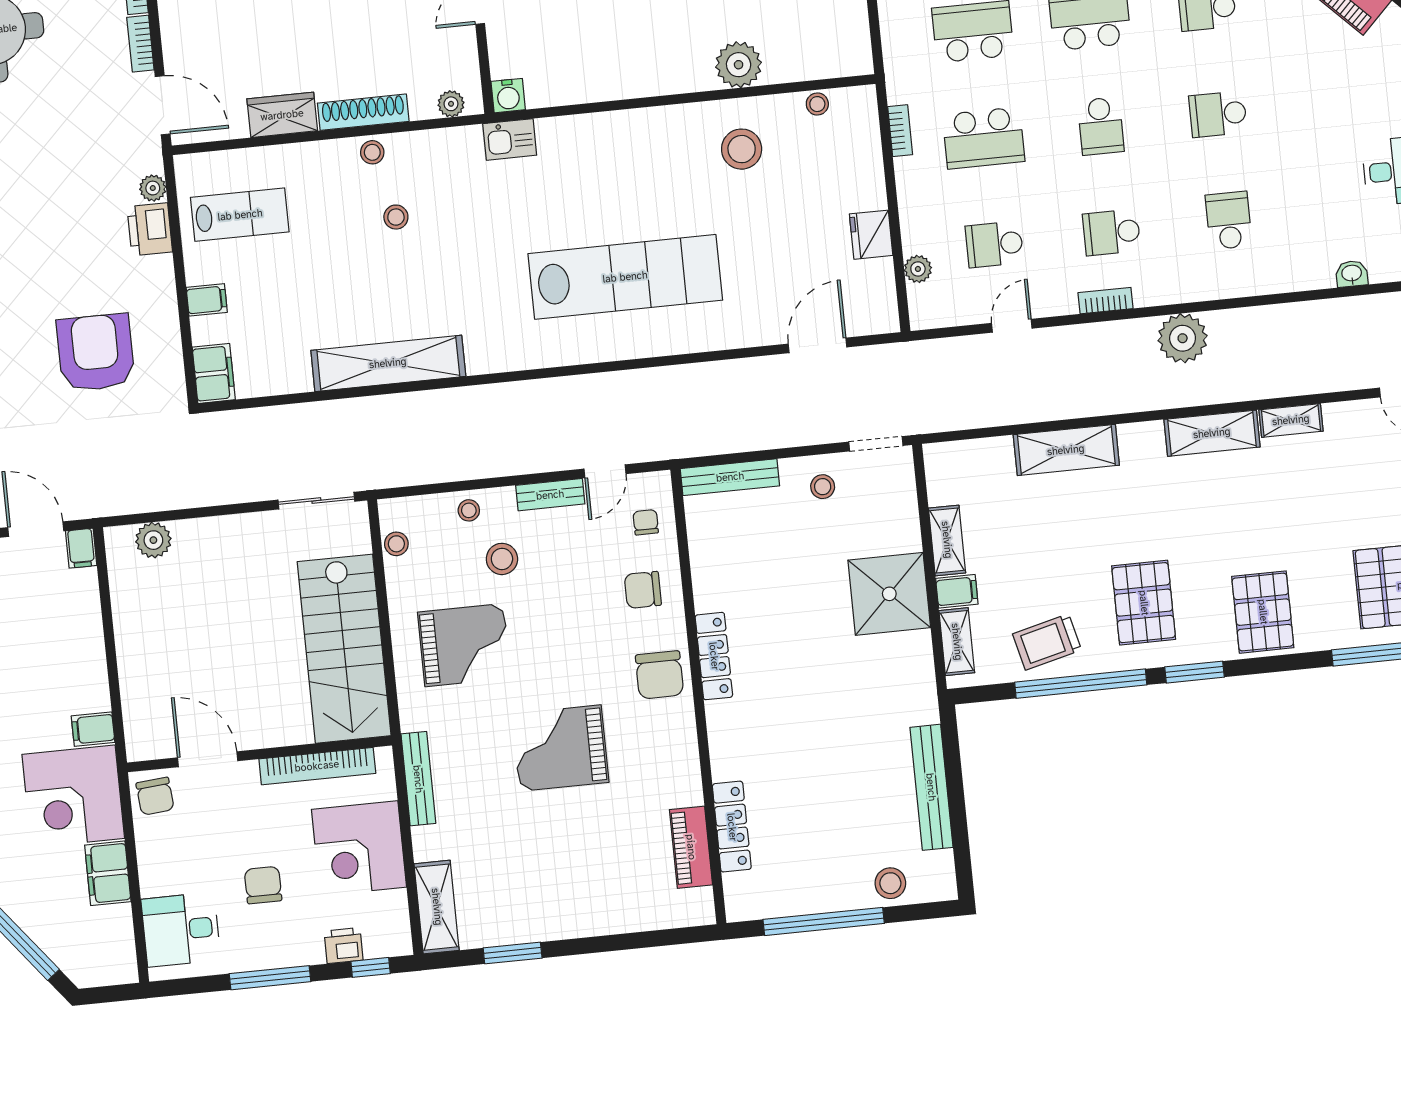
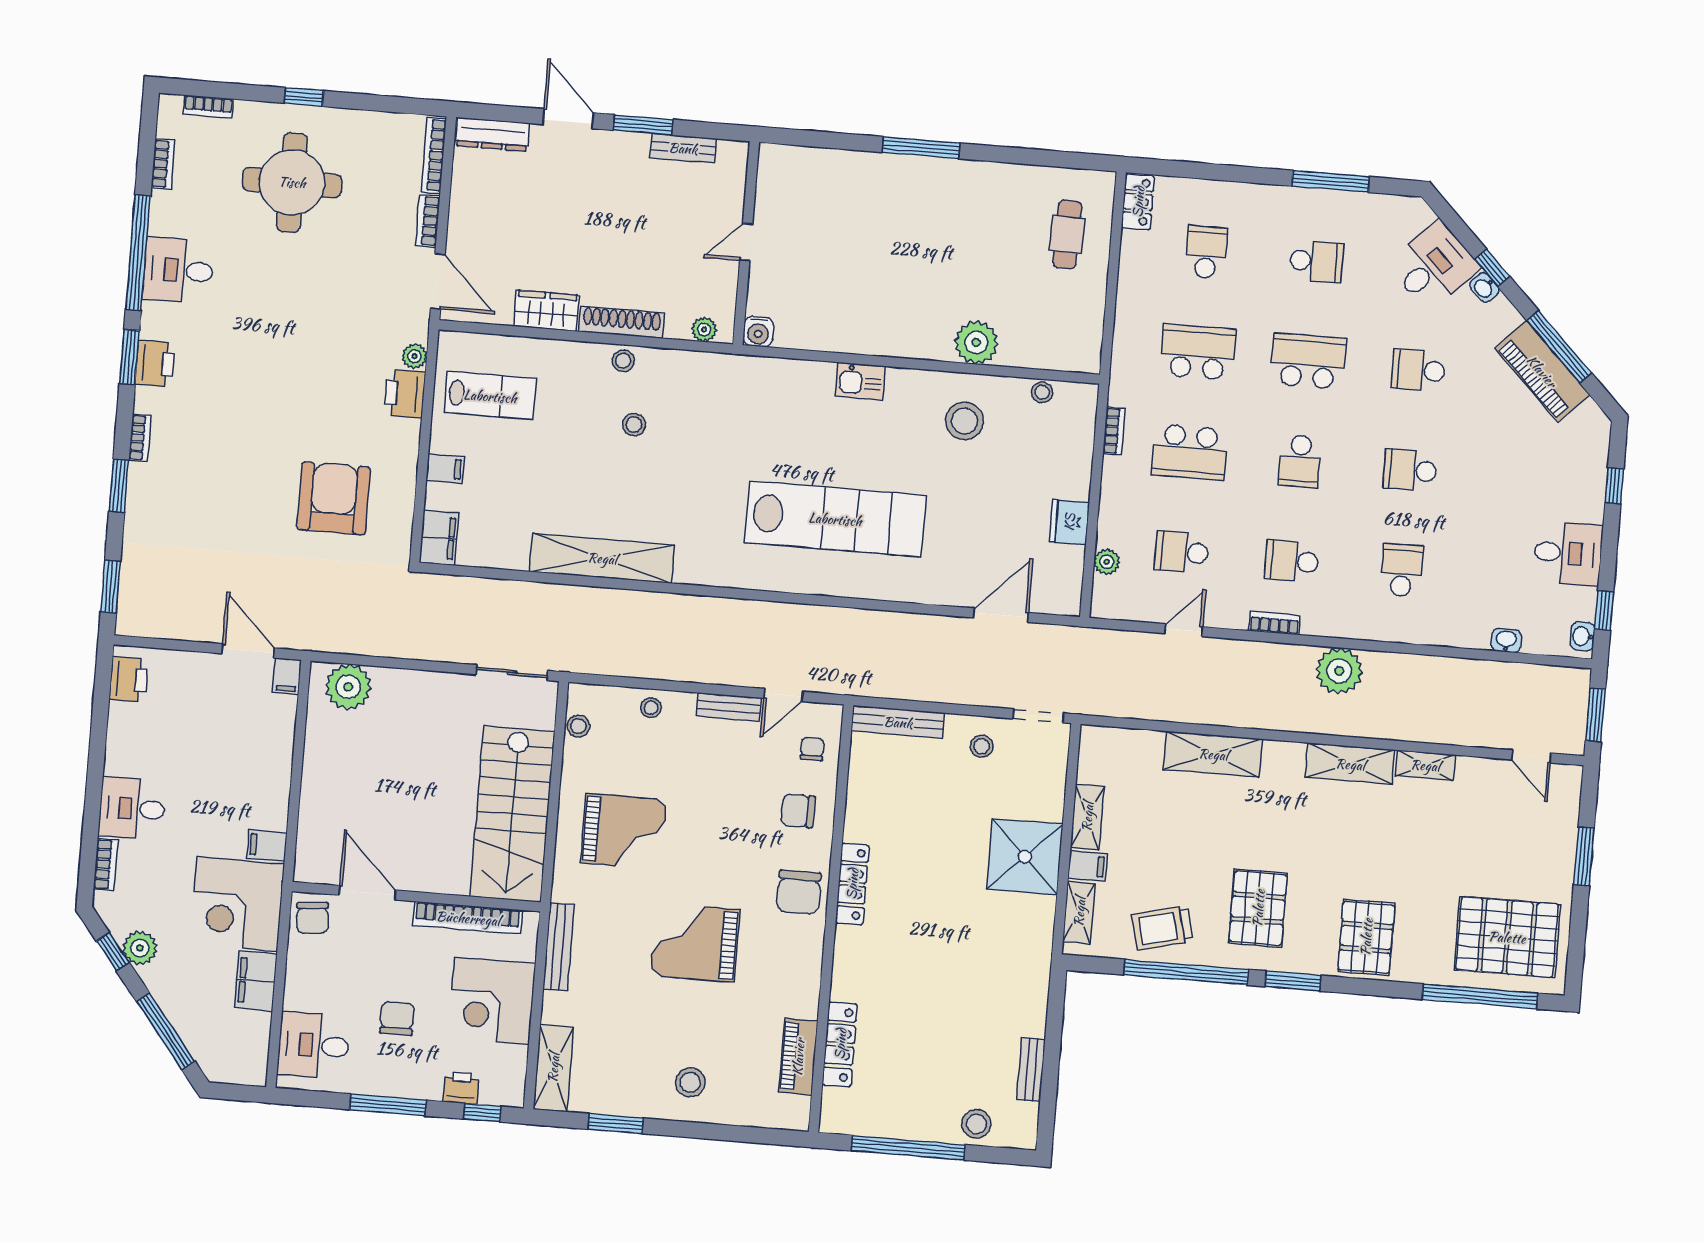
kitchen sink: (510, 139) -> (860, 381), moved
plant: (153, 540) -> (348, 687), width x1.36, depth x1.36
stool: (502, 559) -> (690, 1082), moved
bench: (931, 787) -> (1031, 1069), width x0.54, depth x0.82

